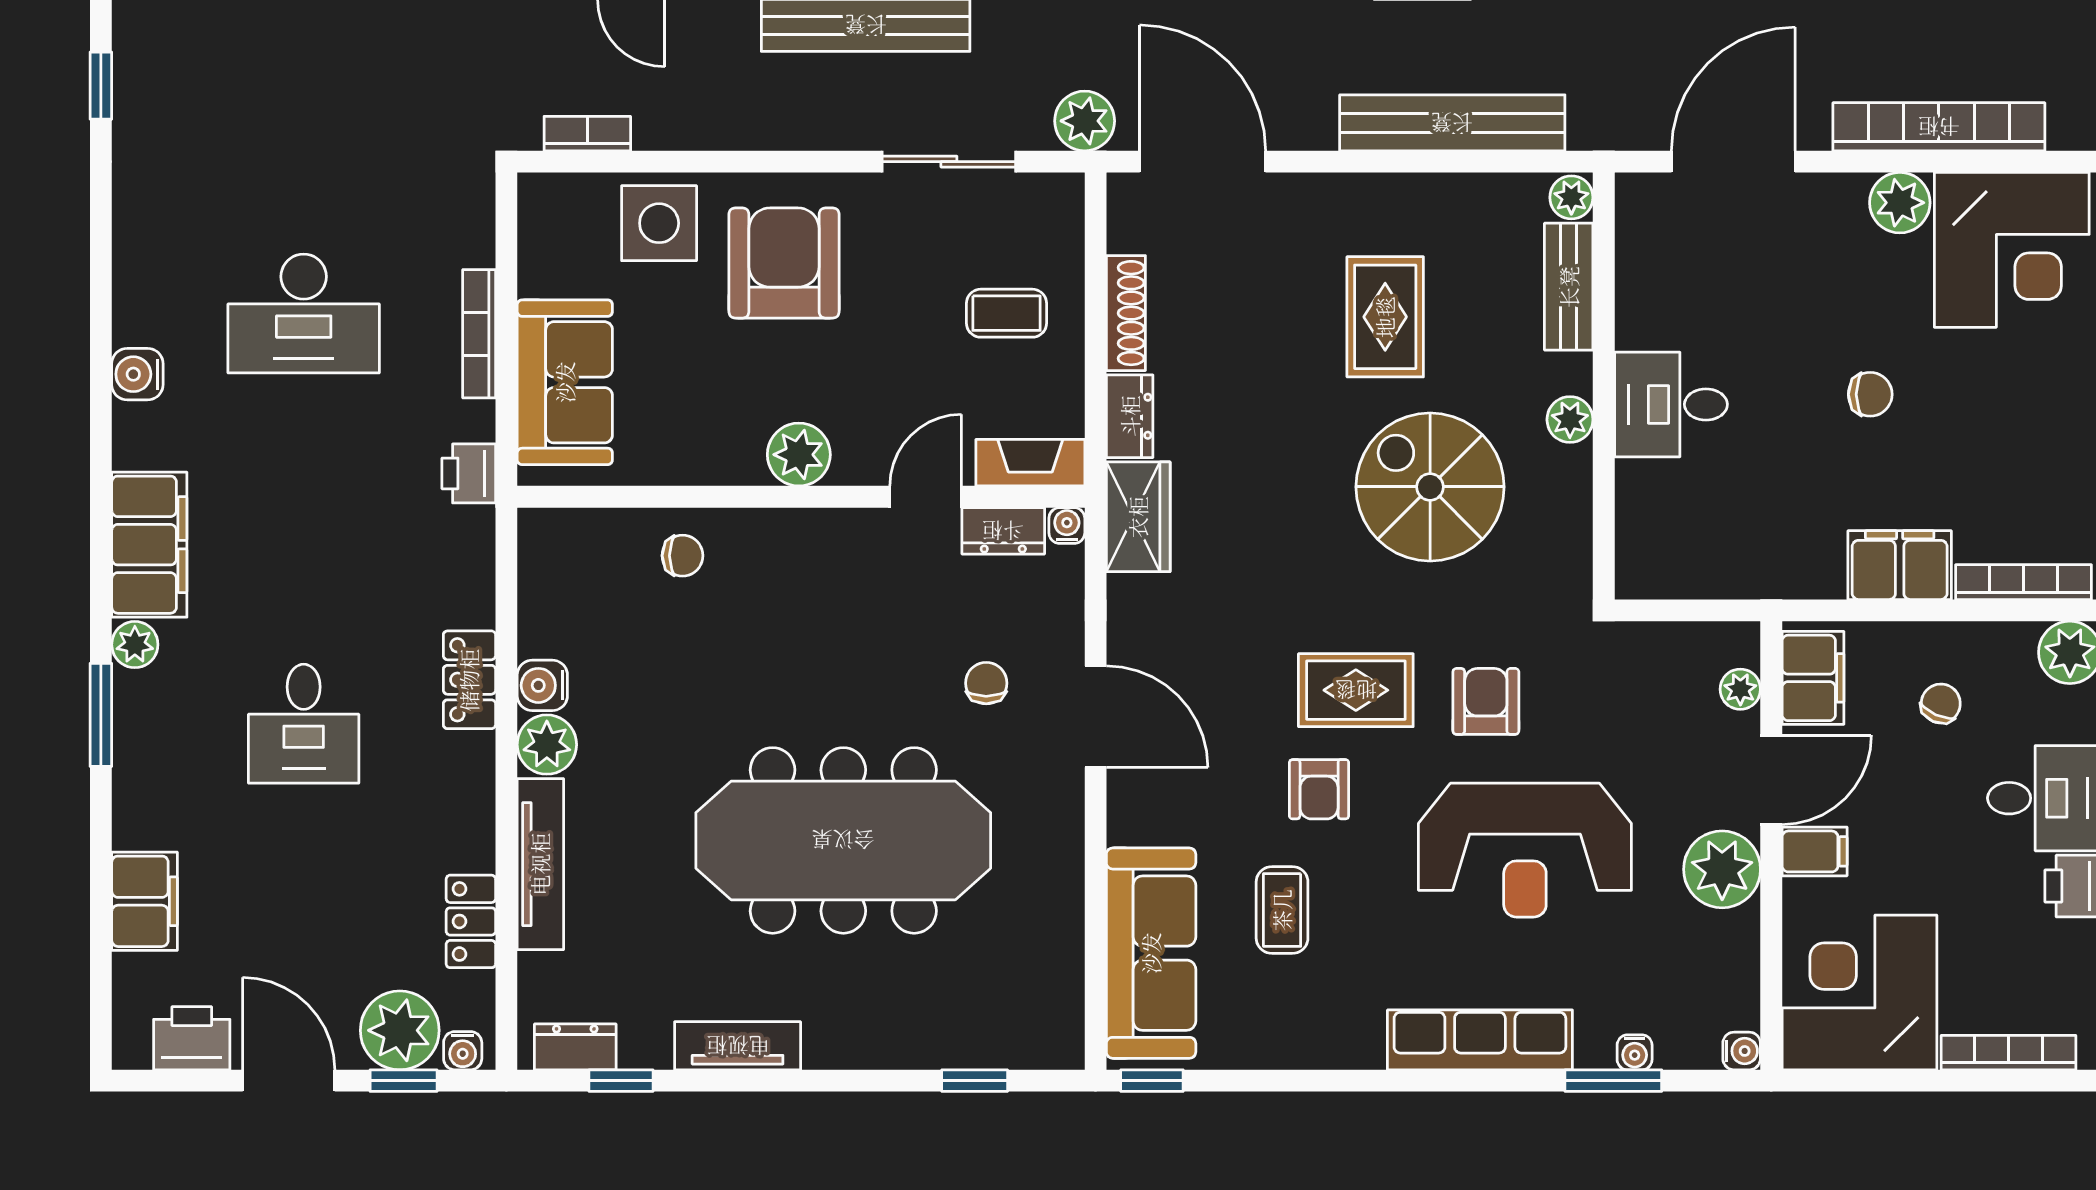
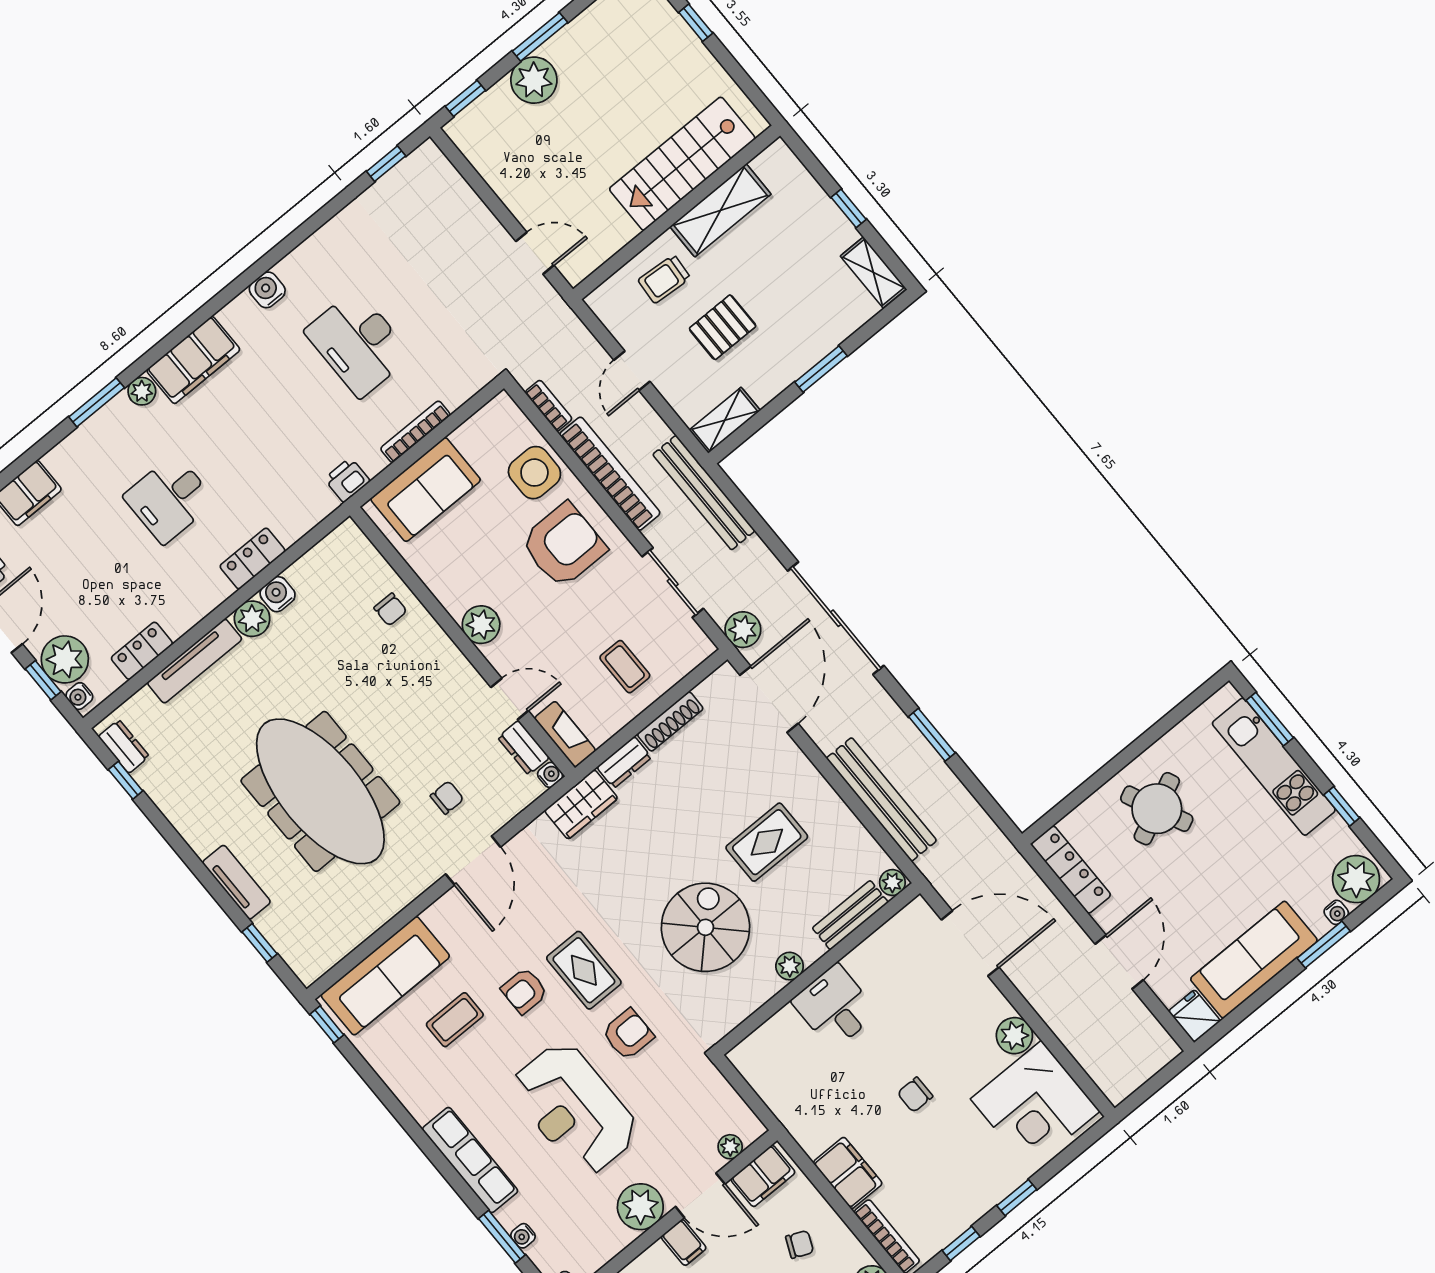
bookcase: (1939, 127) -> (610, 474), moved
chair: (1870, 394) -> (915, 1095), turned 90
tv unit: (738, 1046) -> (237, 882), moved

